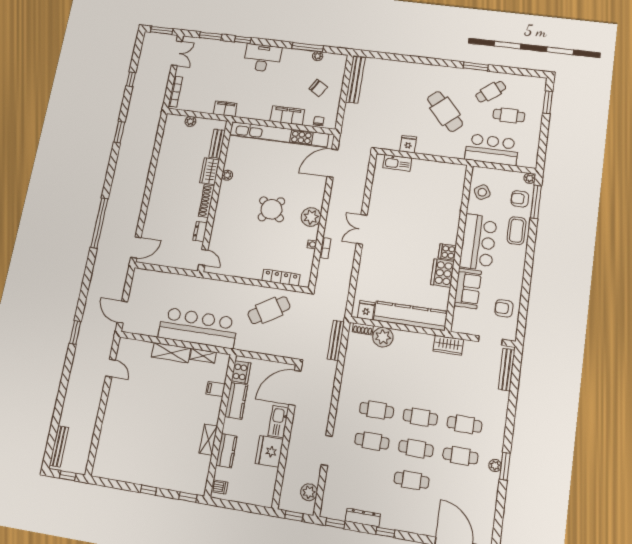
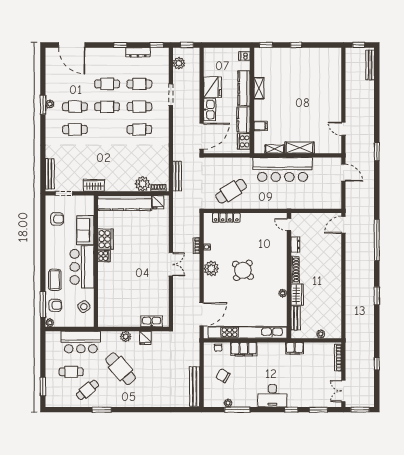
window: (119, 132) -> (377, 296), moved
plant: (433, 149) -> (126, 336), added
cafe table: (420, 417) -> (139, 84), moved
kitchen counter: (226, 451) -> (244, 88), width x1.50

